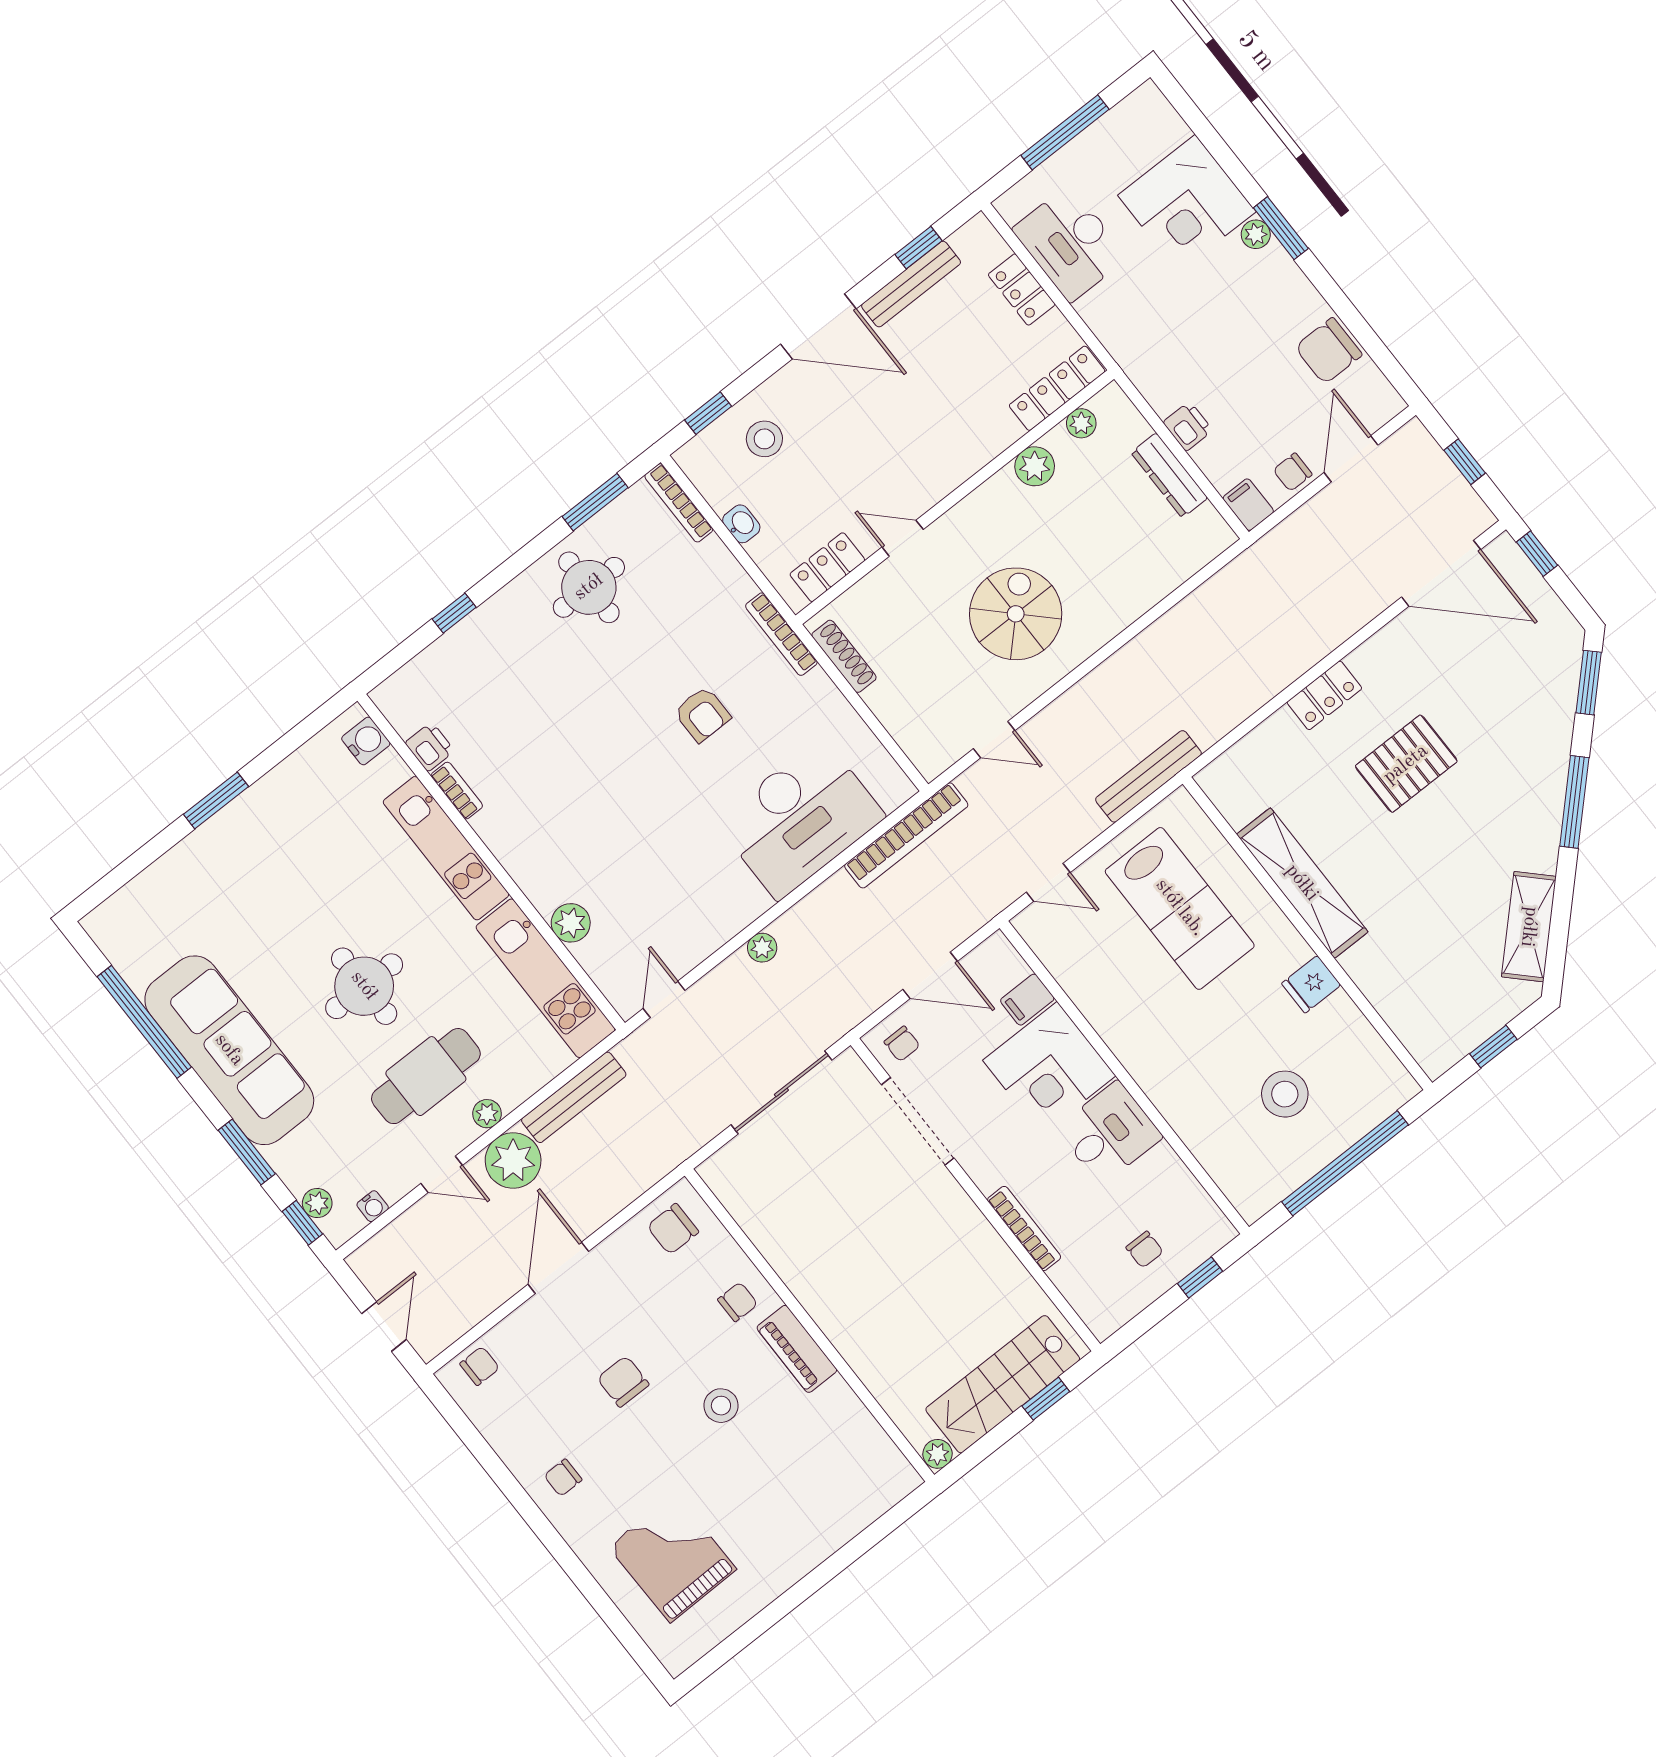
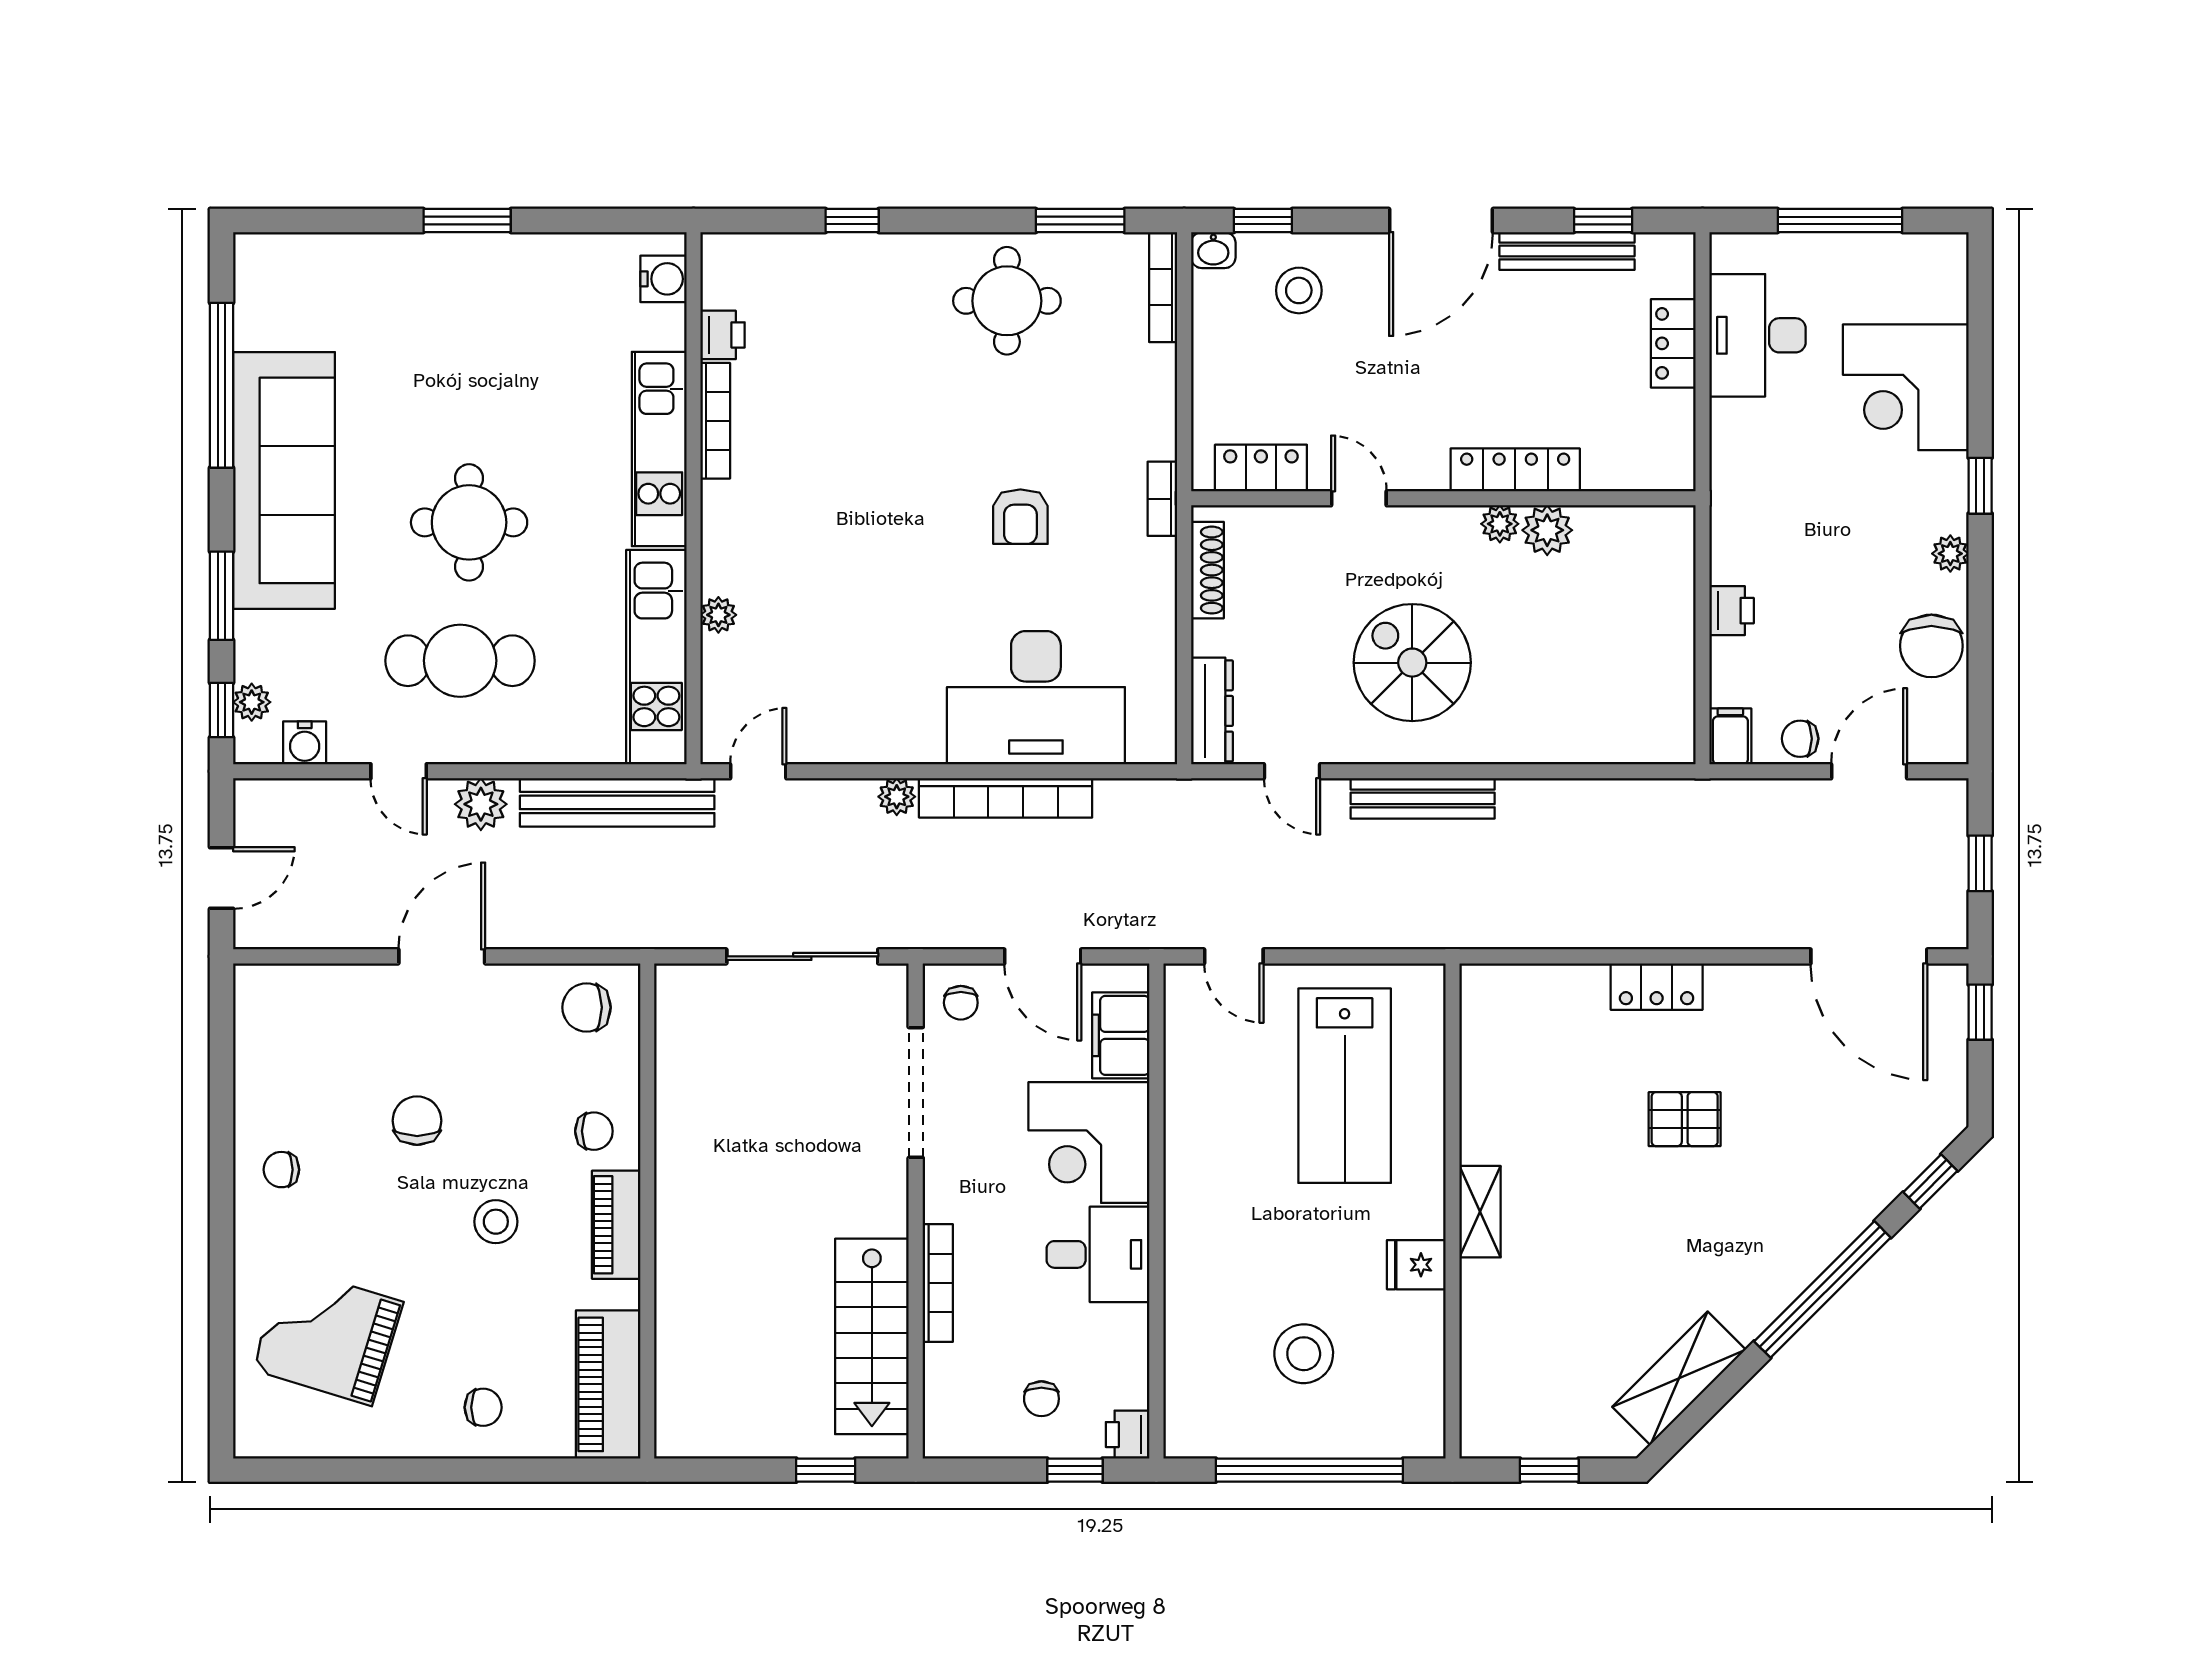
window: (1281, 228) -> (1980, 486), width x0.67
plant: (1256, 234) -> (1950, 554), moved
door: (818, 326) -> (1441, 221), hinge flipped
chair: (1329, 351) -> (1931, 646), turned -90
locker: (1057, 388) -> (1515, 470), moved
plant: (1081, 423) -> (1500, 524), moved
dresser: (1169, 475) -> (1212, 711), moved, turned 180
washbasin: (741, 524) -> (1213, 250), moved, turned 90
spiral stairs: (1016, 614) -> (1412, 663), turned -90
bookcase: (781, 634) -> (1162, 499), width x0.64
window: (1589, 683) -> (1930, 1182), width x0.67
pallet: (1406, 764) -> (1685, 1119), width x0.67, depth x0.71
bench: (1148, 776) -> (1423, 798), moved
bookcase: (457, 791) -> (715, 421), width x1.56
window: (1574, 802) -> (1822, 1289), width x1.46
bookcase: (906, 835) -> (1006, 798), moved
shelving: (1302, 883) -> (1480, 1212), width x0.45, depth x0.75
plant: (571, 923) -> (718, 615), width x0.73, depth x0.73
filing cabinet: (1027, 1000) -> (1121, 1035), width x2.00
bench: (574, 1097) -> (617, 802), width x1.37, depth x1.21
plant: (487, 1114) -> (492, 746), removed
plant: (513, 1161) -> (481, 804), width x0.73, depth x0.73
water cooler: (373, 1206) -> (305, 743), width x1.38, depth x1.38
printer: (1215, 1230) -> (1128, 1435), added
chair: (480, 1366) -> (483, 1407), moved
stairs: (1003, 1384) -> (872, 1336), moved, turned -90
piano: (870, 1452) -> (608, 1384), added
plant: (938, 1454) -> (674, 1440), removed
grand piano: (672, 1558) -> (328, 1336), turned -72

